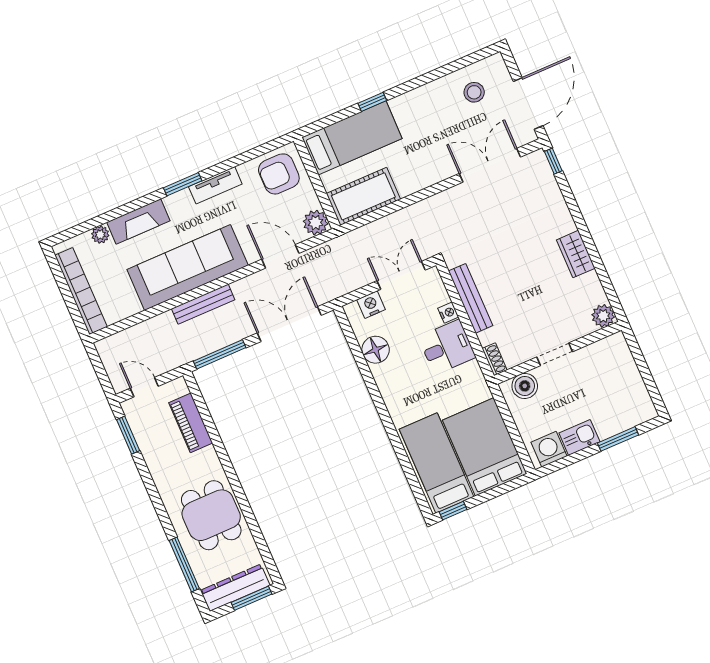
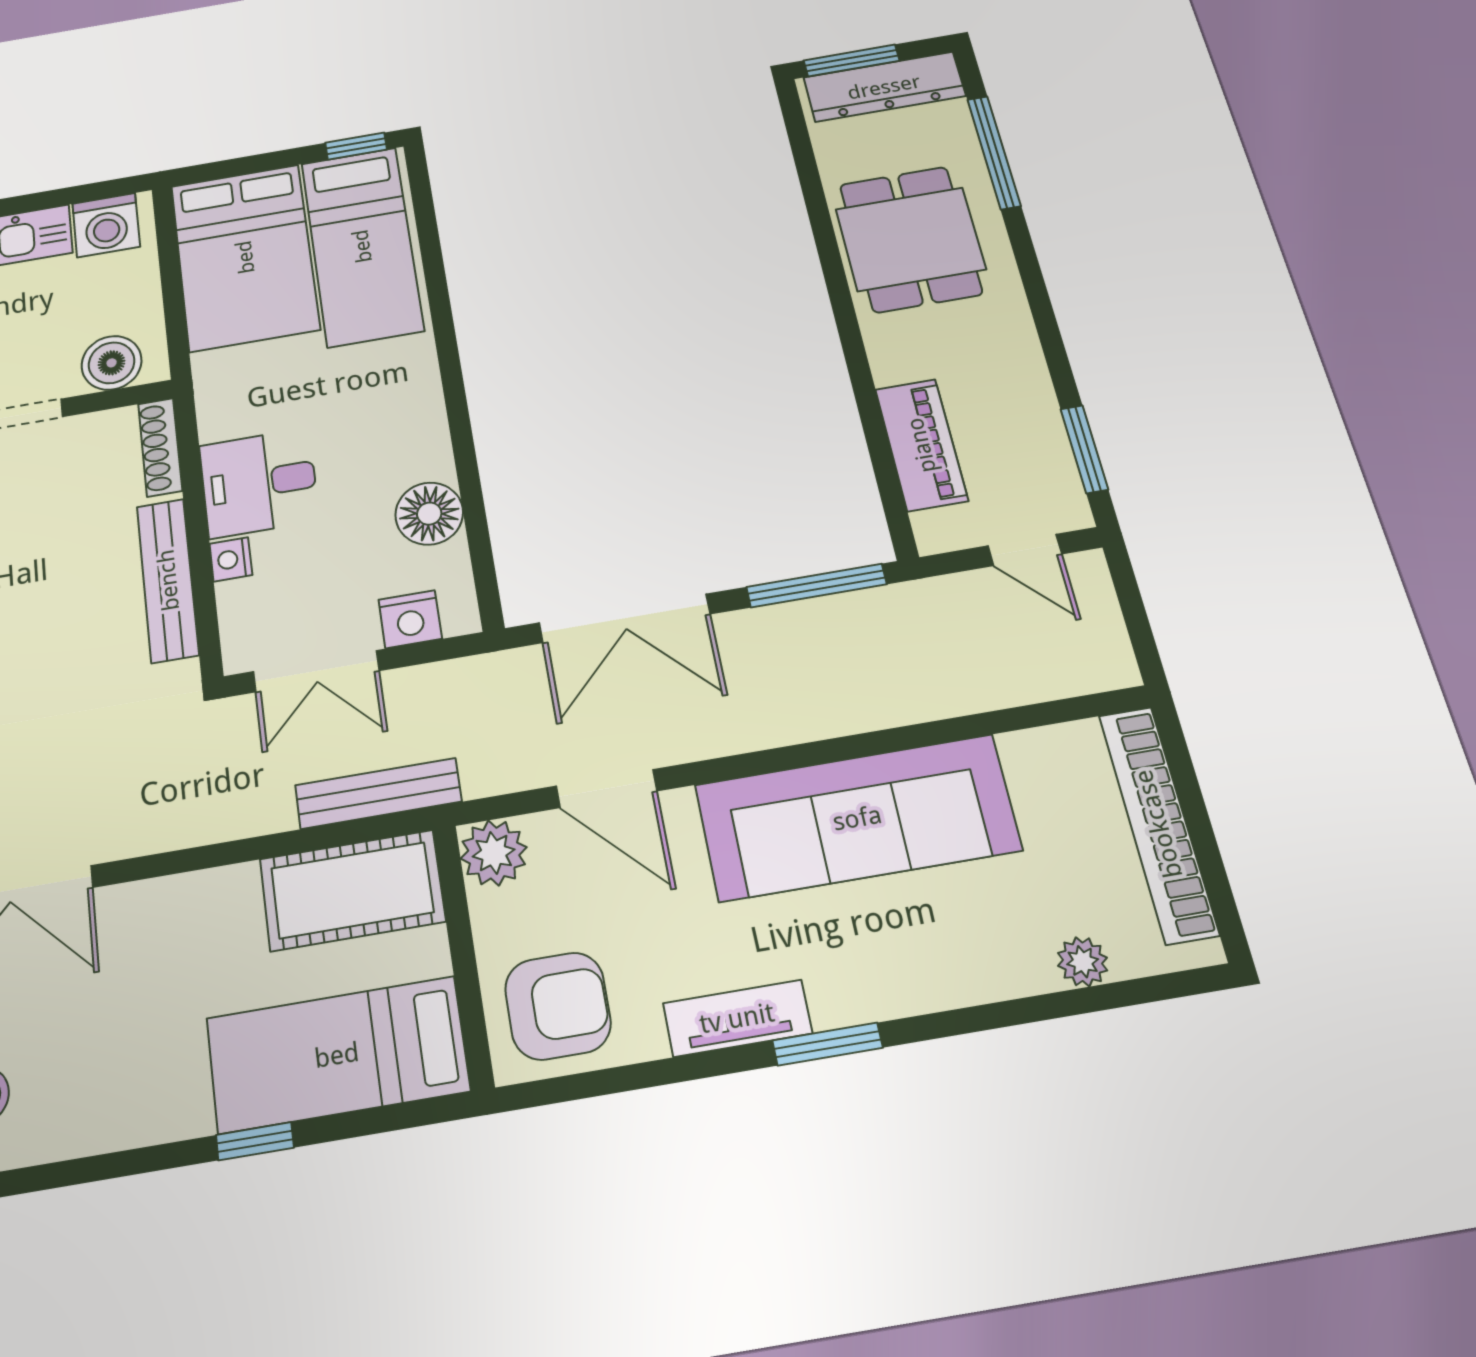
fireplace: (138, 221) -> (970, 972), removed
bench: (203, 304) -> (378, 793), moved
shoe rack: (495, 359) -> (160, 447), width x1.43

